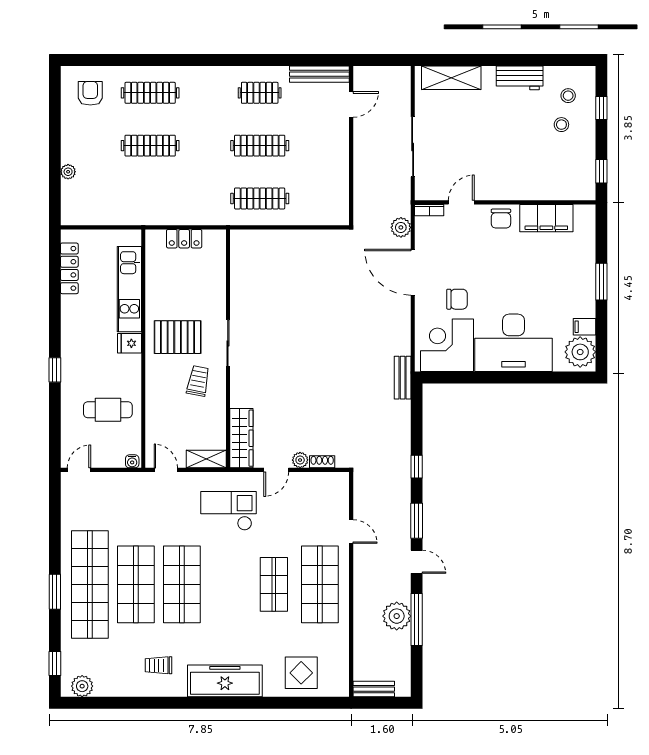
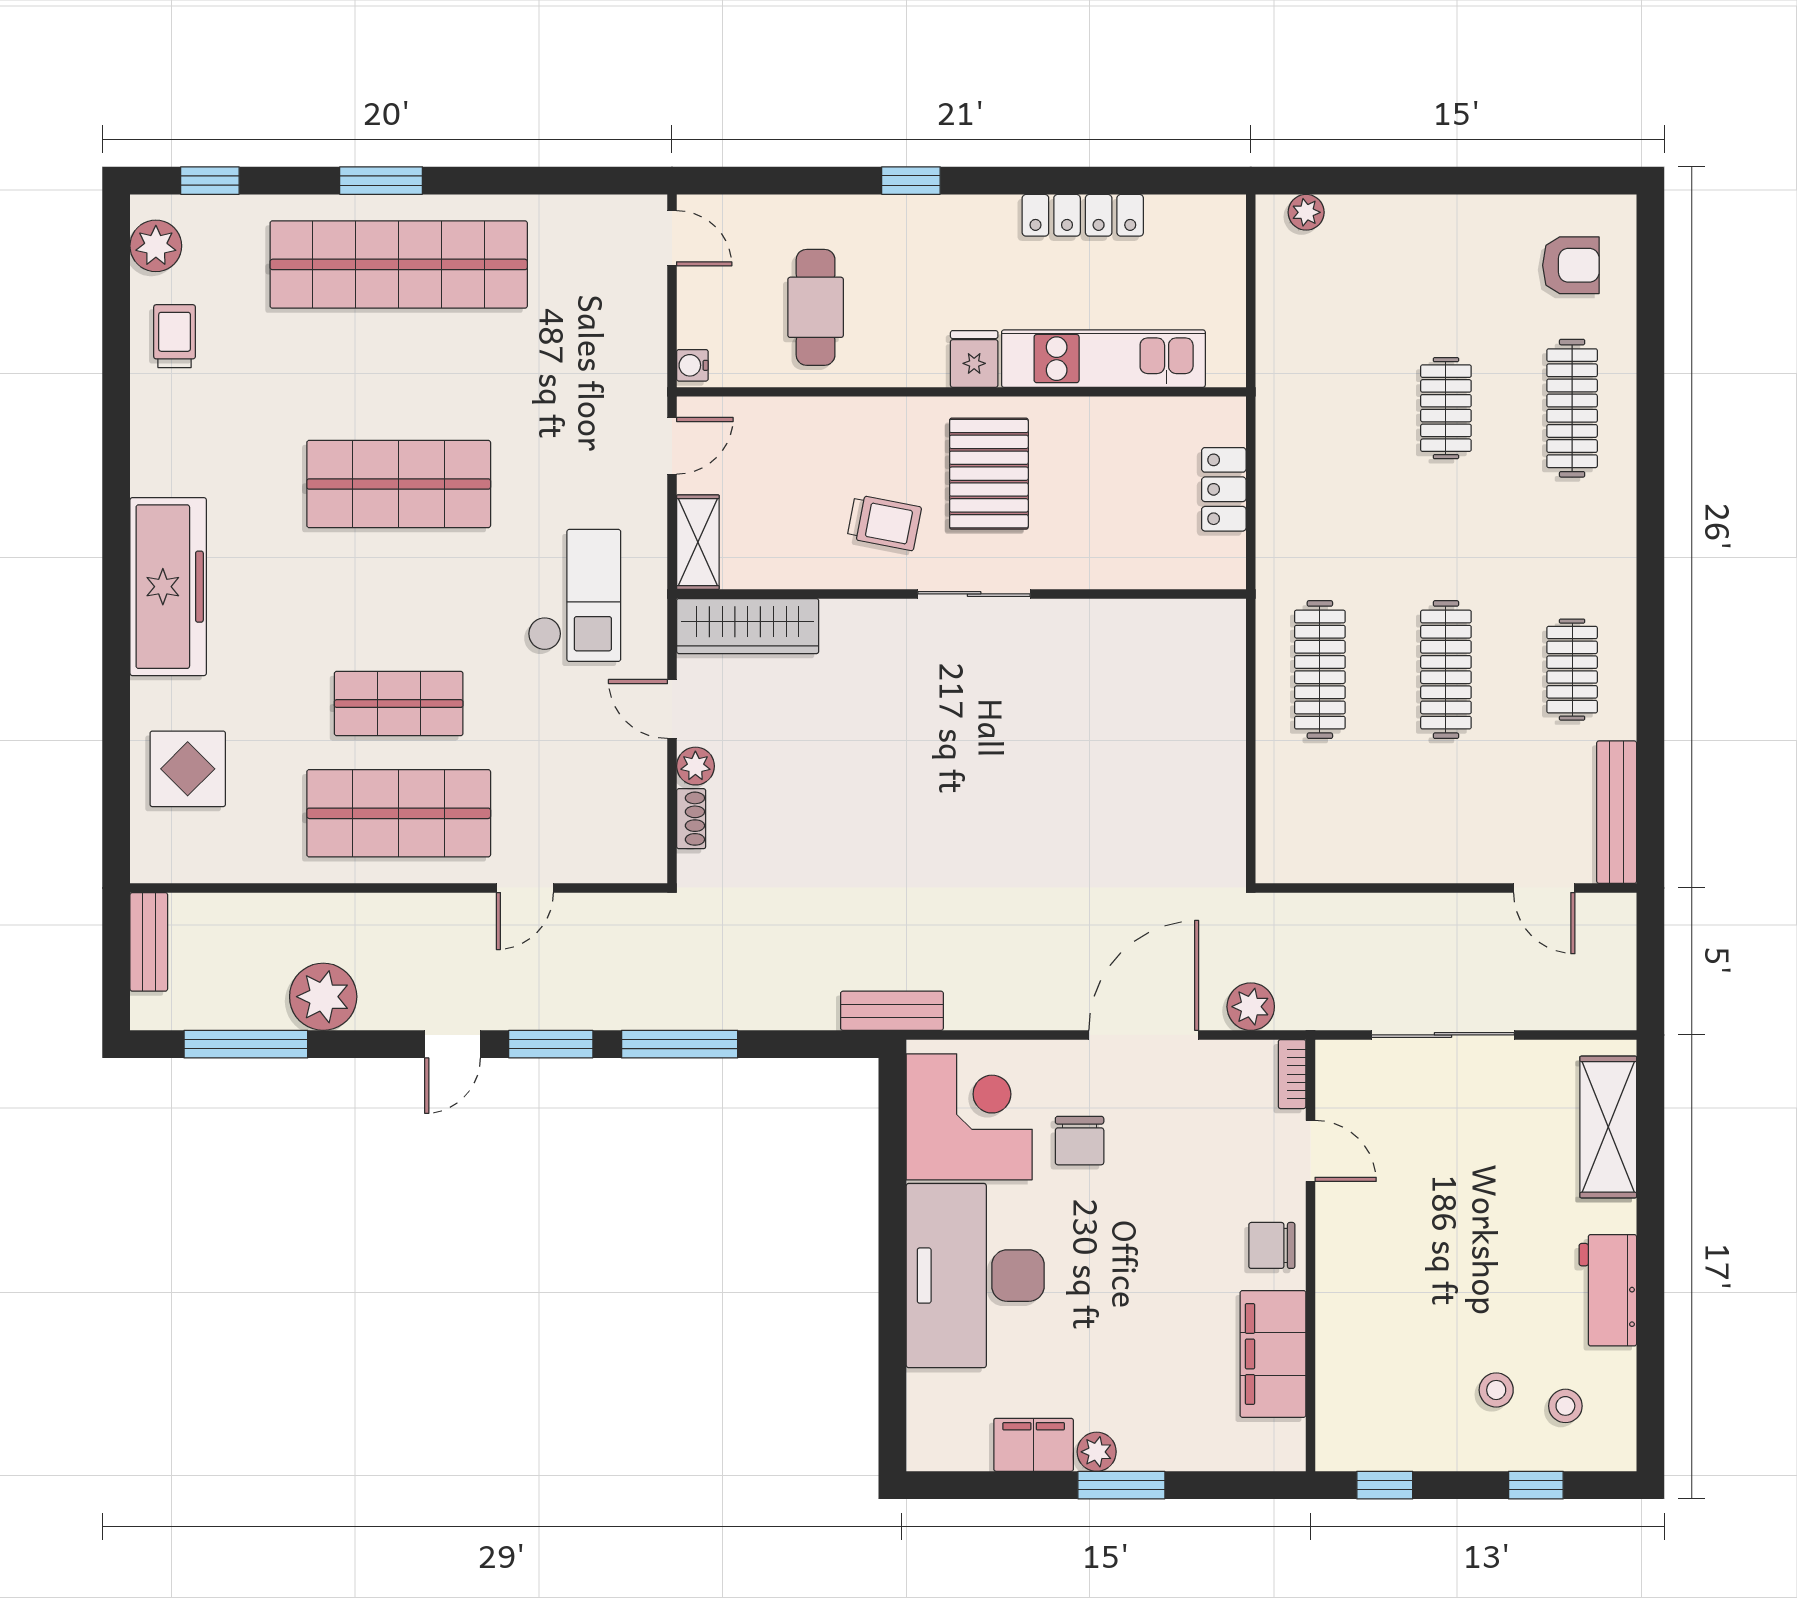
clothes rail: (150, 146) -> (1446, 408), width x0.73
plant: (68, 172) -> (1306, 212), moved
locker: (69, 268) -> (1083, 215), moved
filing cabinet: (584, 327) -> (1034, 1445), width x2.00
plant: (580, 352) -> (1097, 1452), moved, width x0.53, depth x0.53
window: (417, 467) -> (680, 1044), width x2.17
shop shelf: (136, 584) -> (399, 374), removed
window: (417, 619) -> (246, 1044), moved
trolley: (158, 665) -> (175, 336), moved

